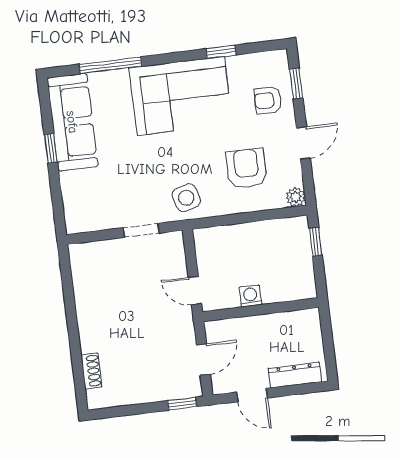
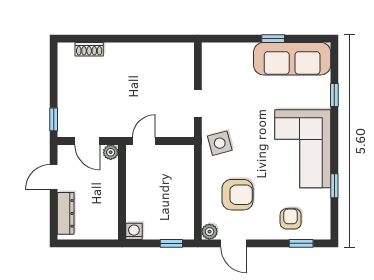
window: (110, 65) -> (334, 95), width x0.46
door: (303, 143) -> (233, 243), moved
washing machine: (250, 296) -> (134, 231), moved, turned -90
plant: (214, 329) -> (111, 152), added

